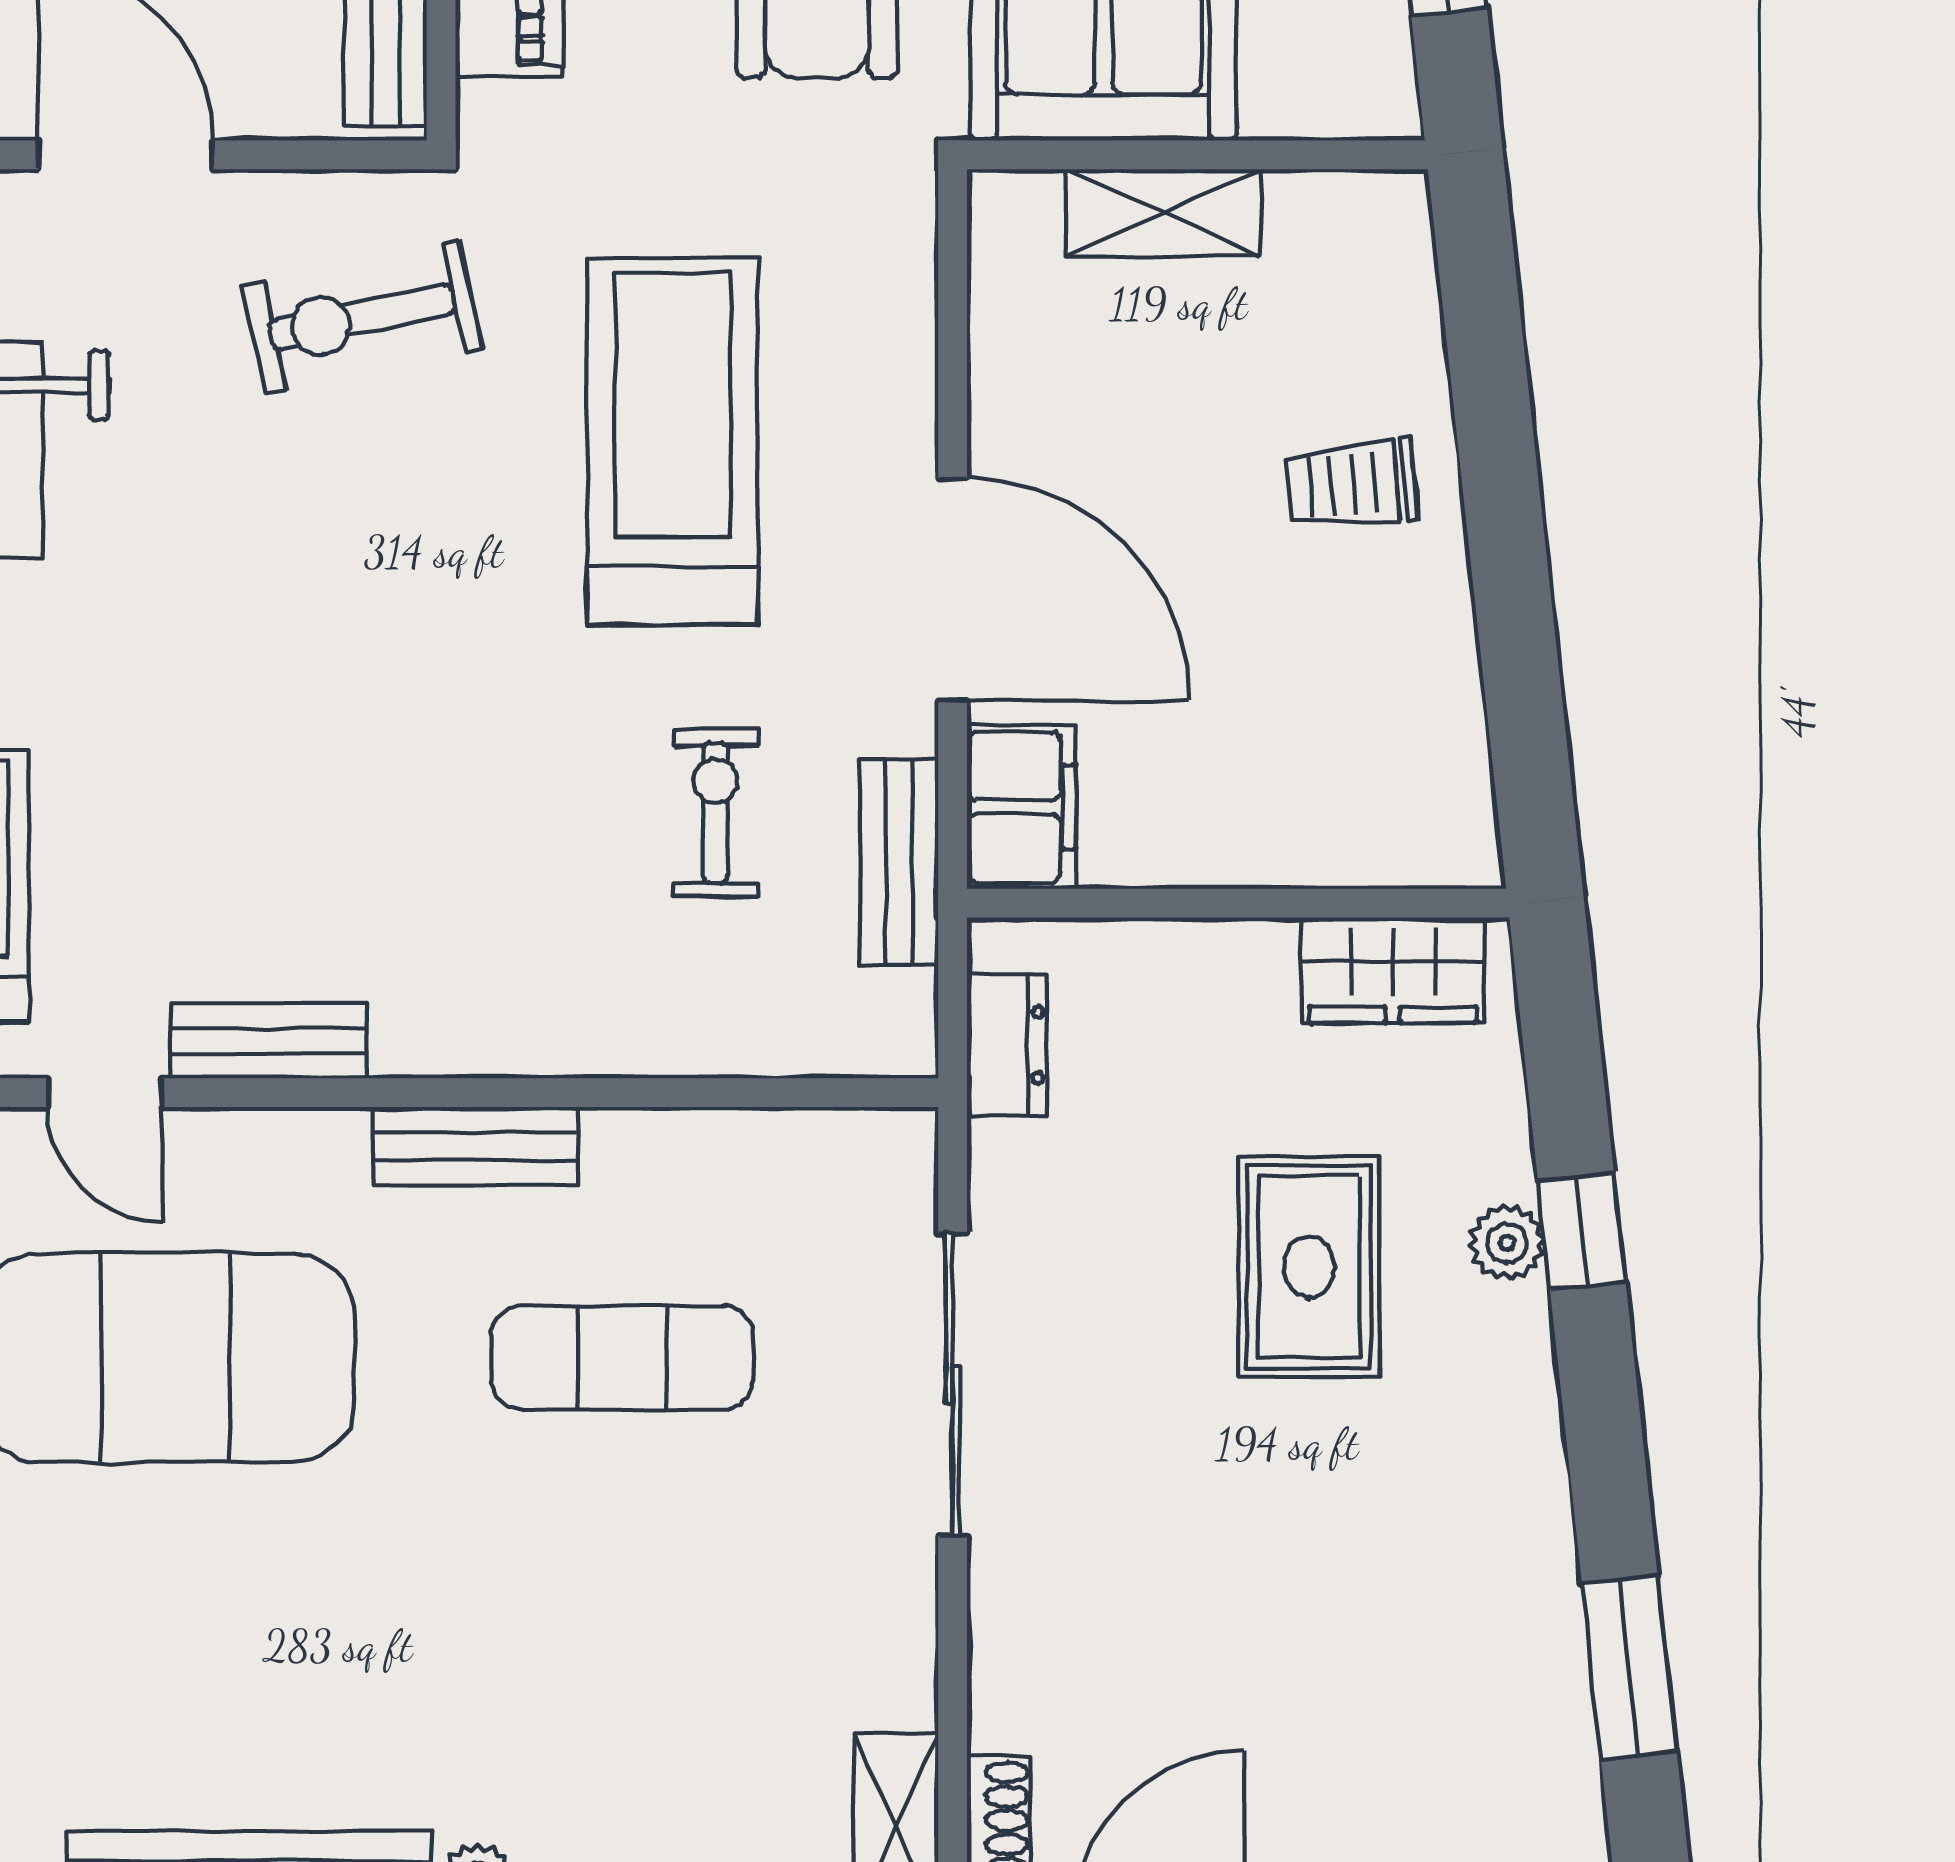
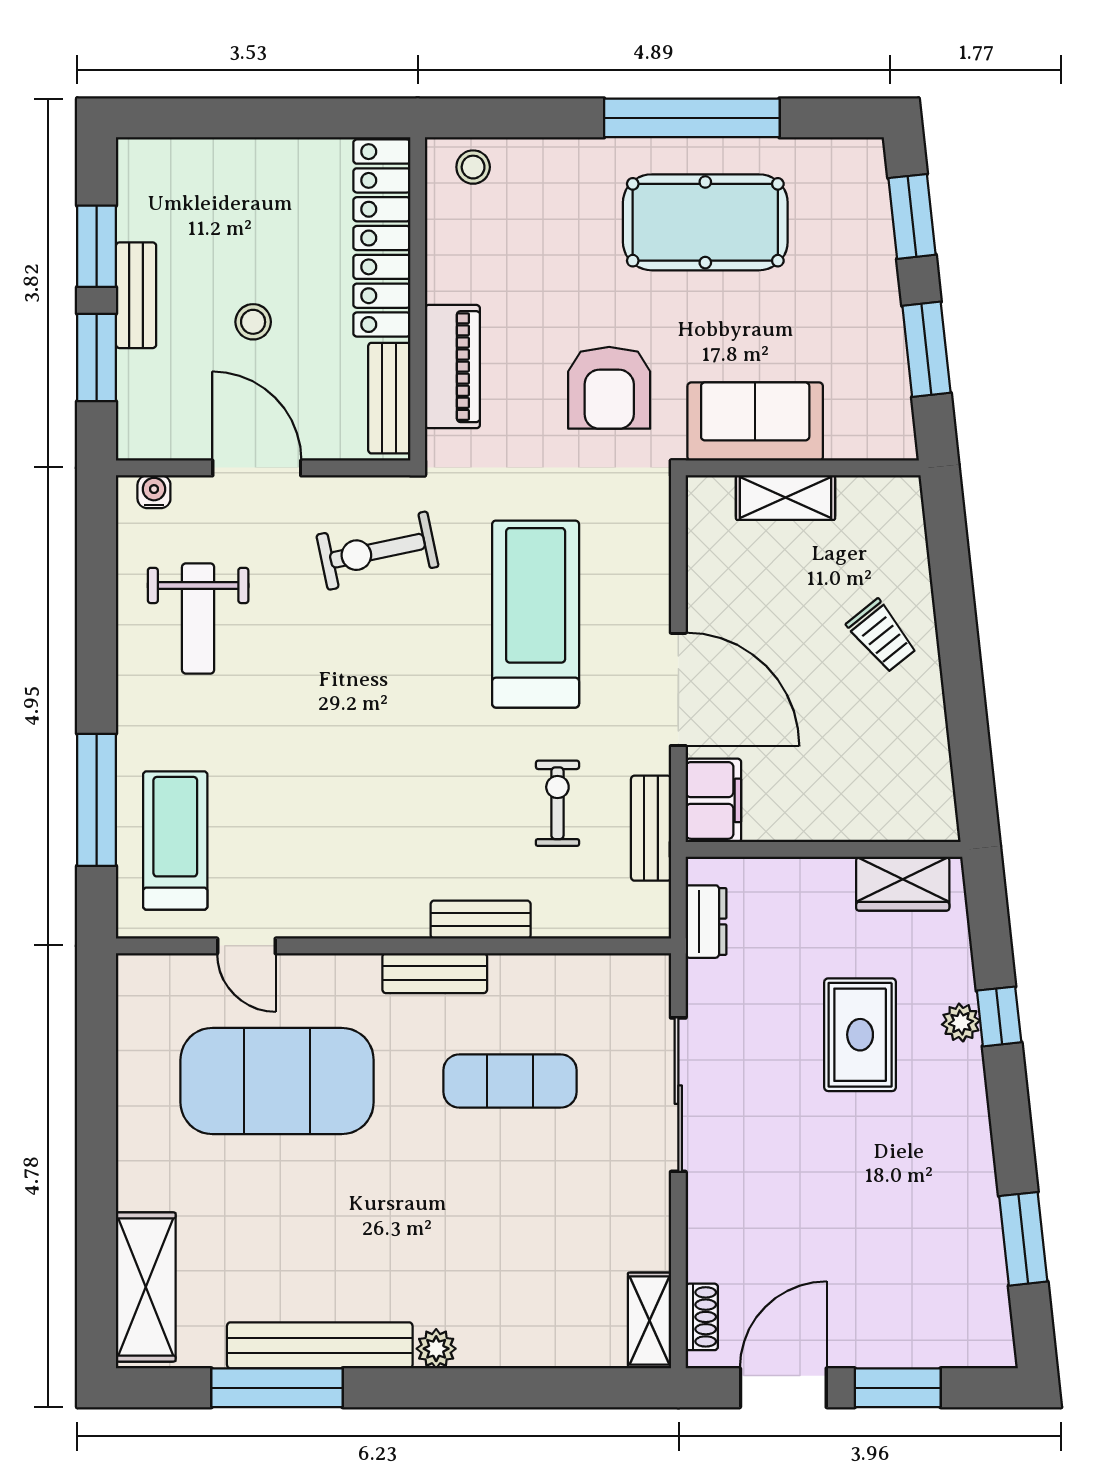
trolley: (1352, 484) -> (882, 636), turned -124
bench: (268, 1041) -> (481, 920), moved

